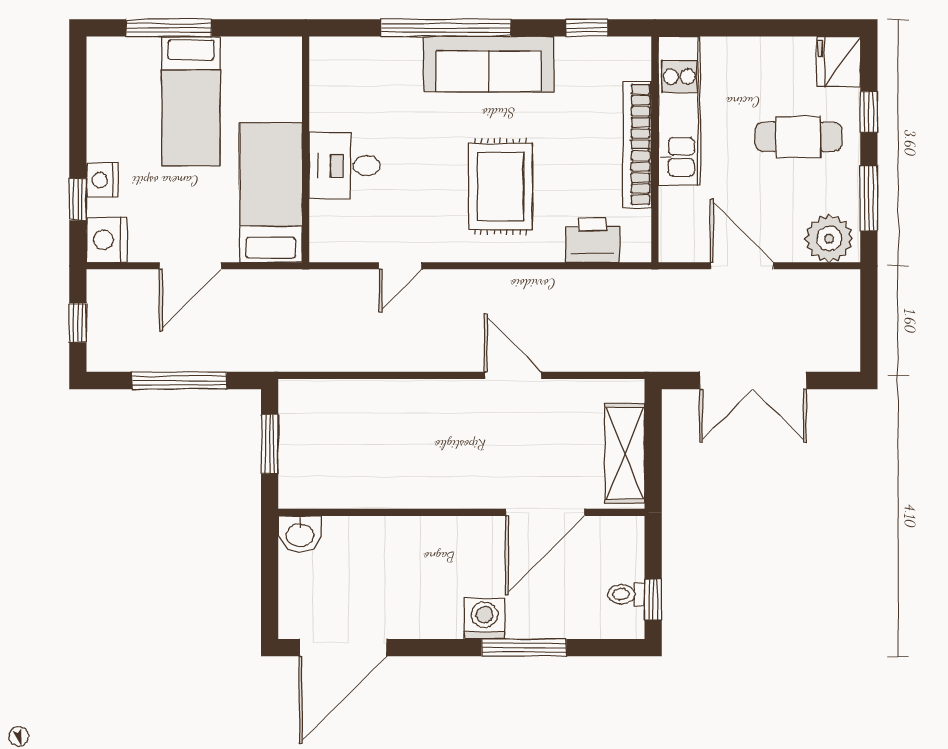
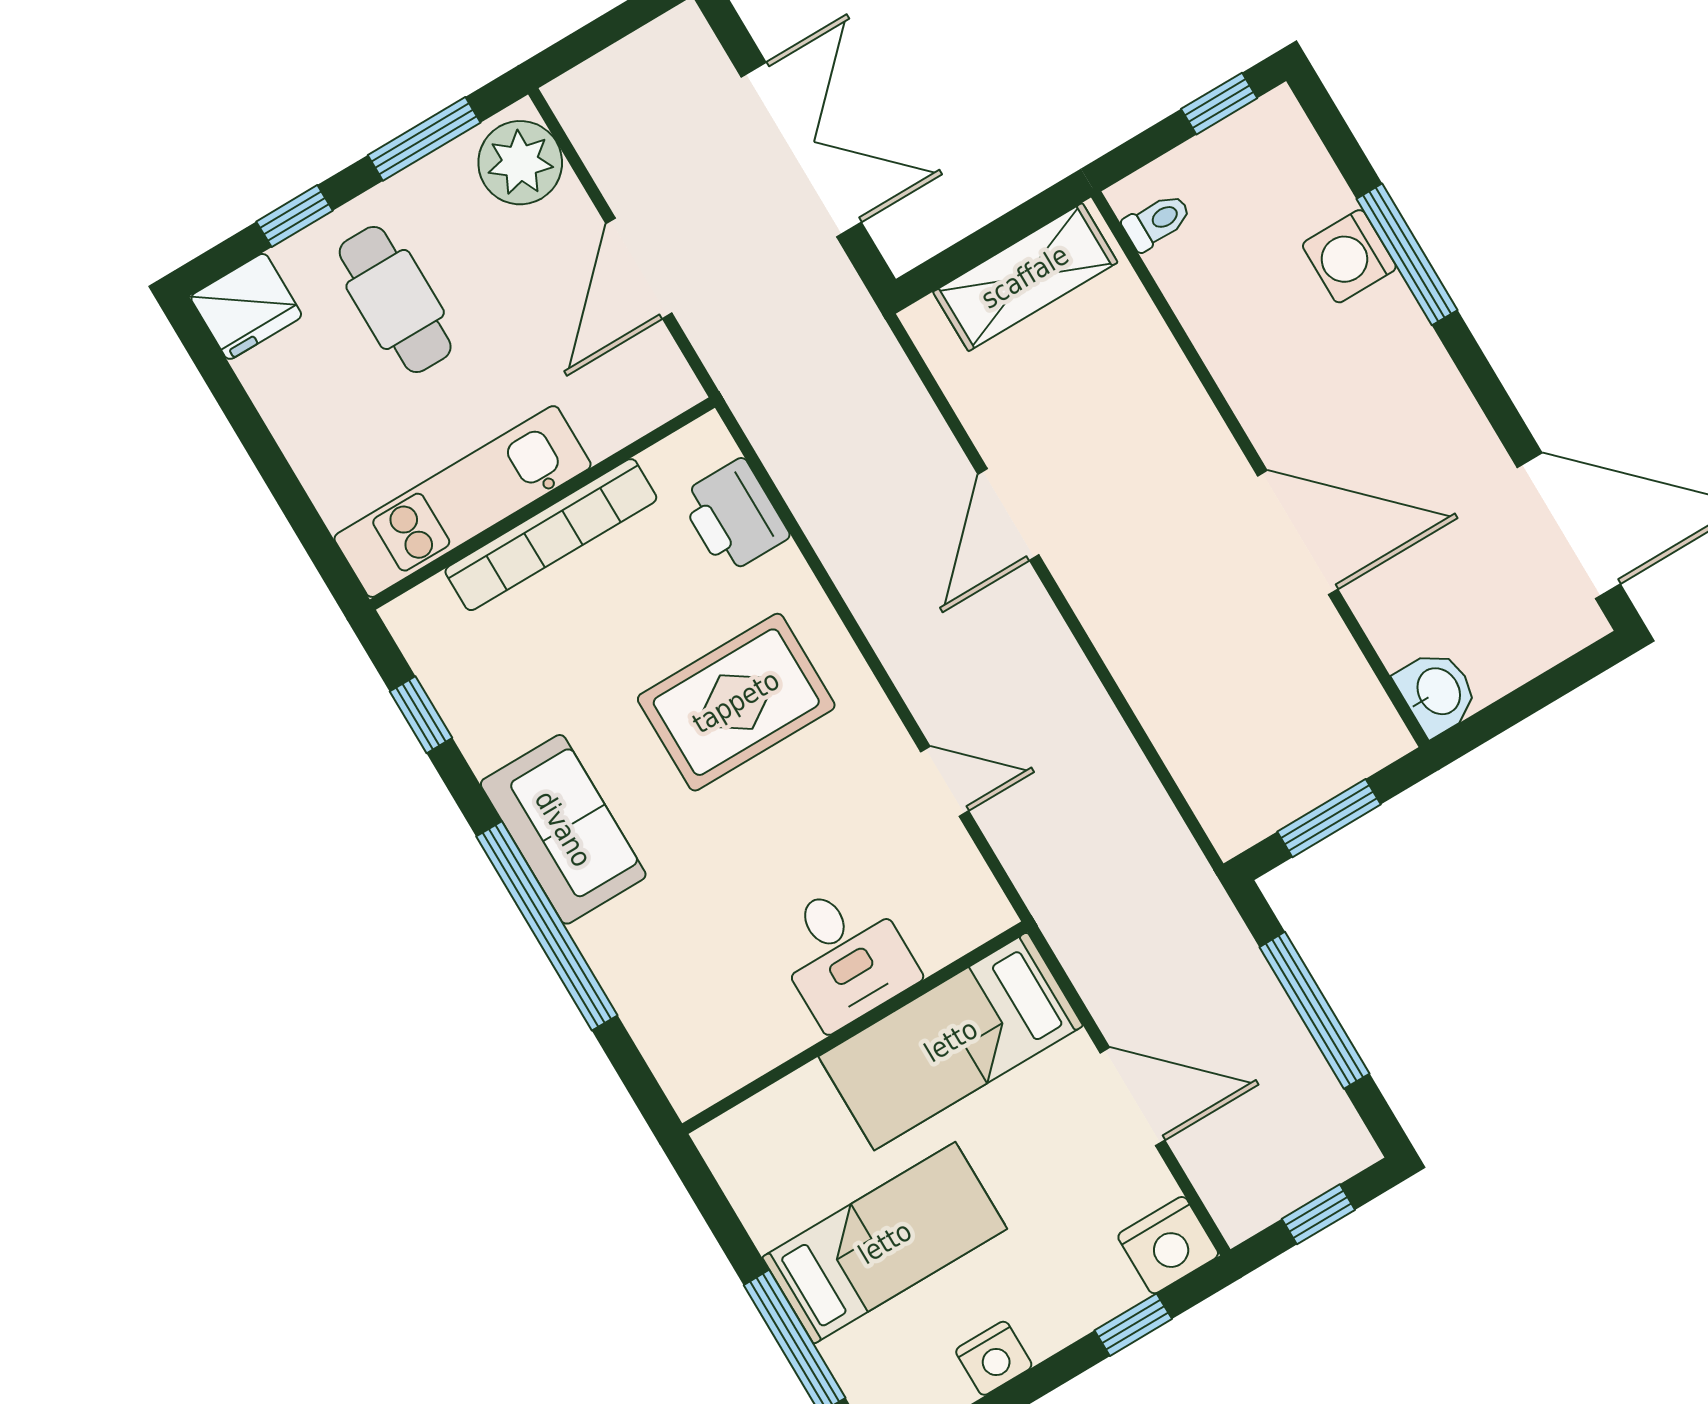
sofa: (489, 64) -> (563, 829), width x0.73
nightstand: (102, 180) -> (994, 1358), moved
door: (545, 512) -> (1298, 533), moved
toilet: (626, 594) -> (1157, 222), moved, turned -90
washing machine: (484, 619) -> (1349, 256), moved

